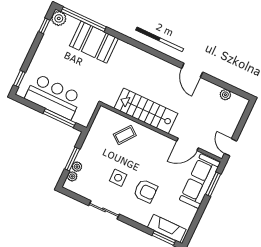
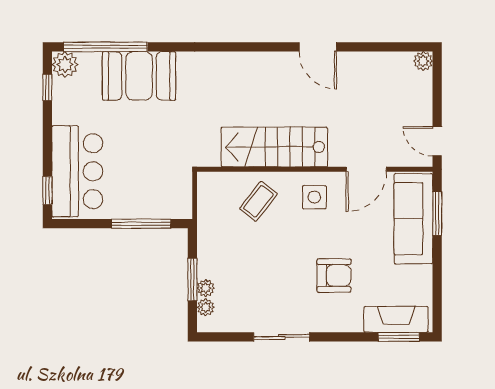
plant: (225, 95) -> (423, 61), moved
bar counter: (53, 97) -> (77, 171), moved, turned 90
side table: (118, 178) -> (314, 197), moved

